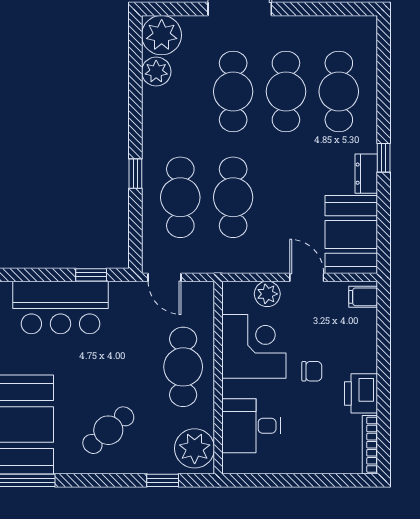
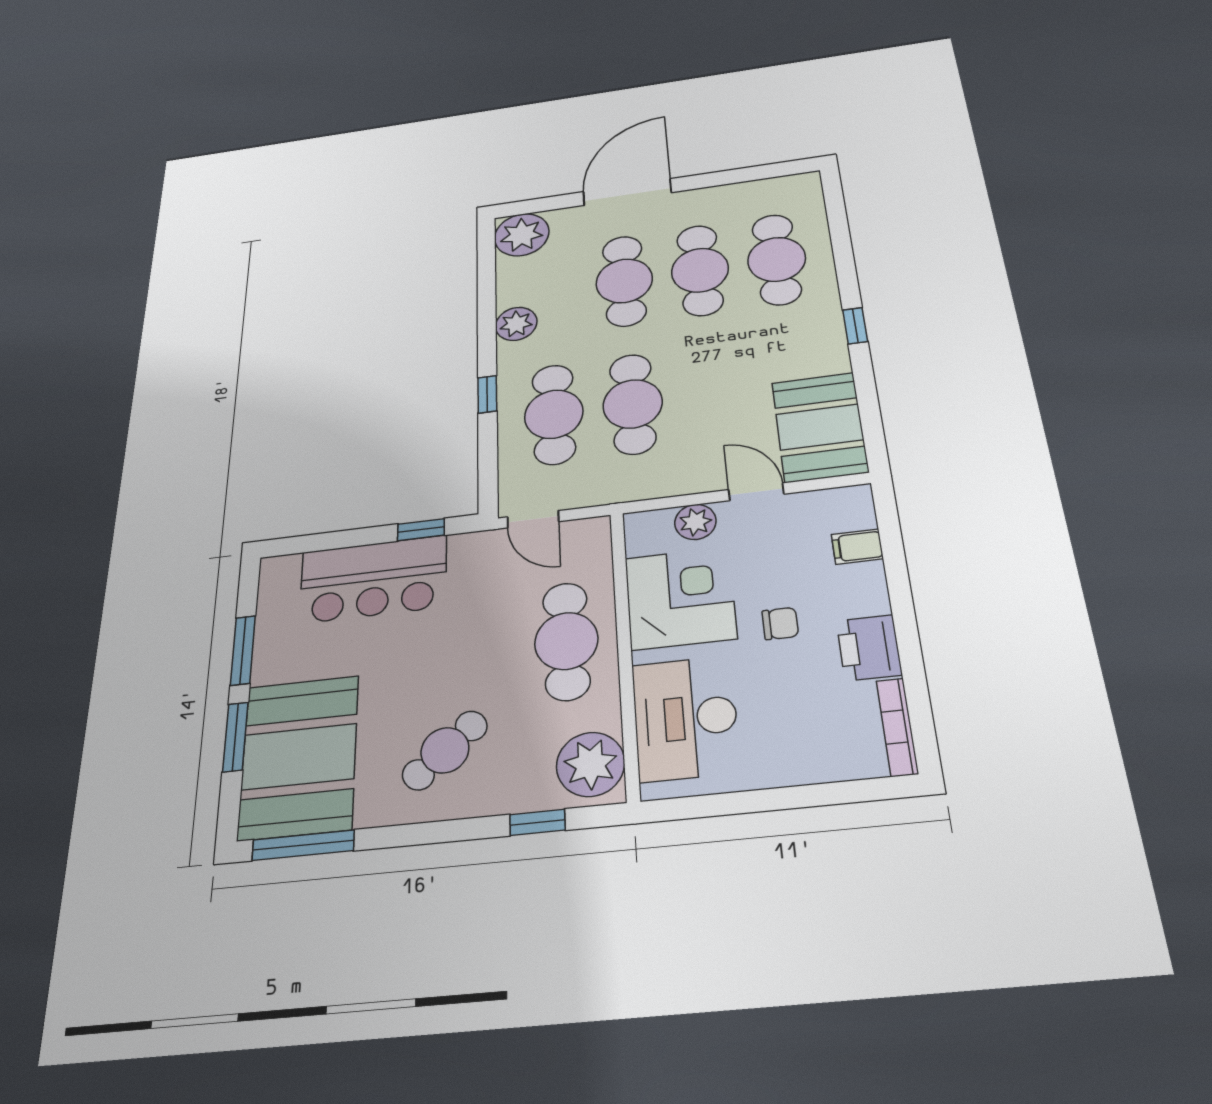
plant: (156, 72) -> (516, 324), moved
dresser: (366, 174) -> (832, 348), removed
filing cabinet: (363, 297) -> (857, 547), moved
desk: (251, 426) -> (685, 718), width x1.37

